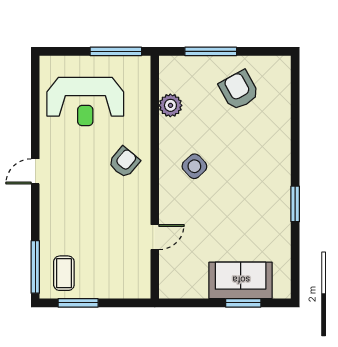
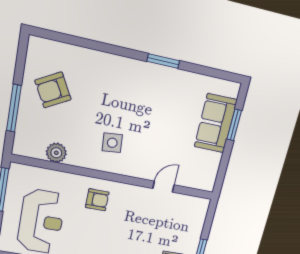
armchair: (124, 162) -> (97, 200), turned 140
side table: (194, 166) -> (112, 143), turned 38
door: (155, 237) -> (163, 187), hinge flipped

